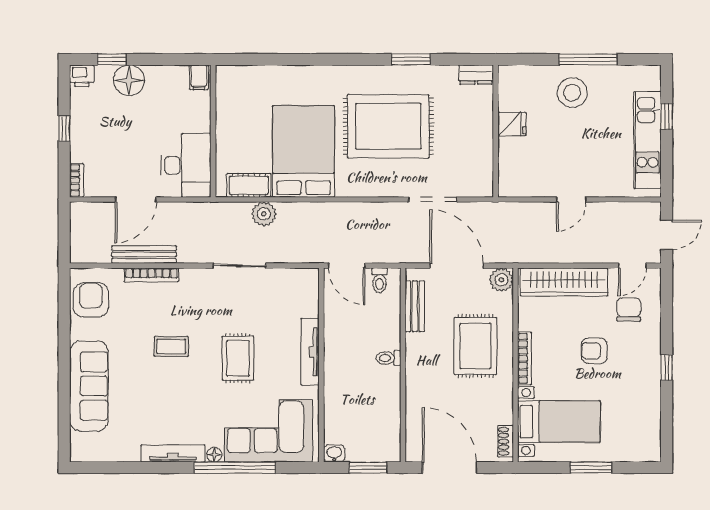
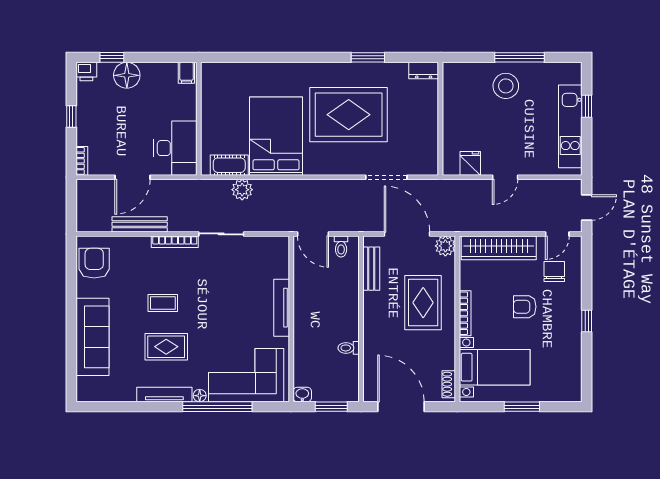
fridge: (512, 124) -> (470, 163), moved, turned -90
bookcase: (151, 275) -> (175, 242), moved
rug: (238, 358) -> (166, 347), moved, turned 90
toilet: (388, 358) -> (349, 348), moved

